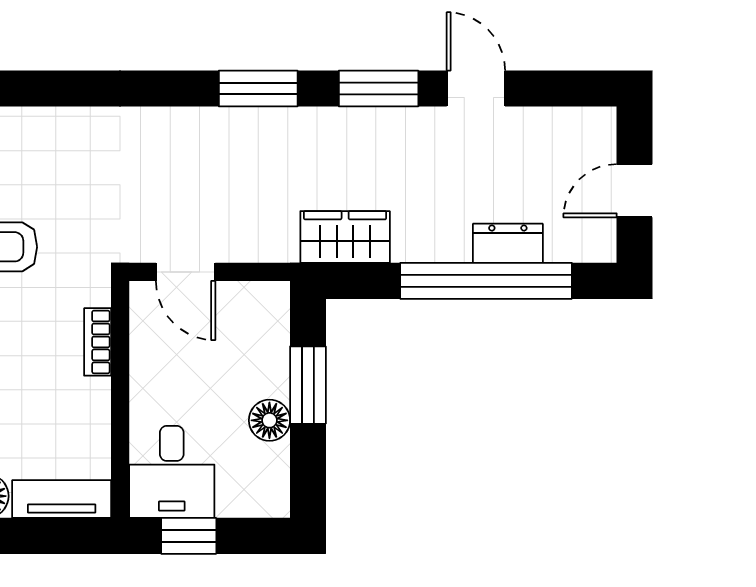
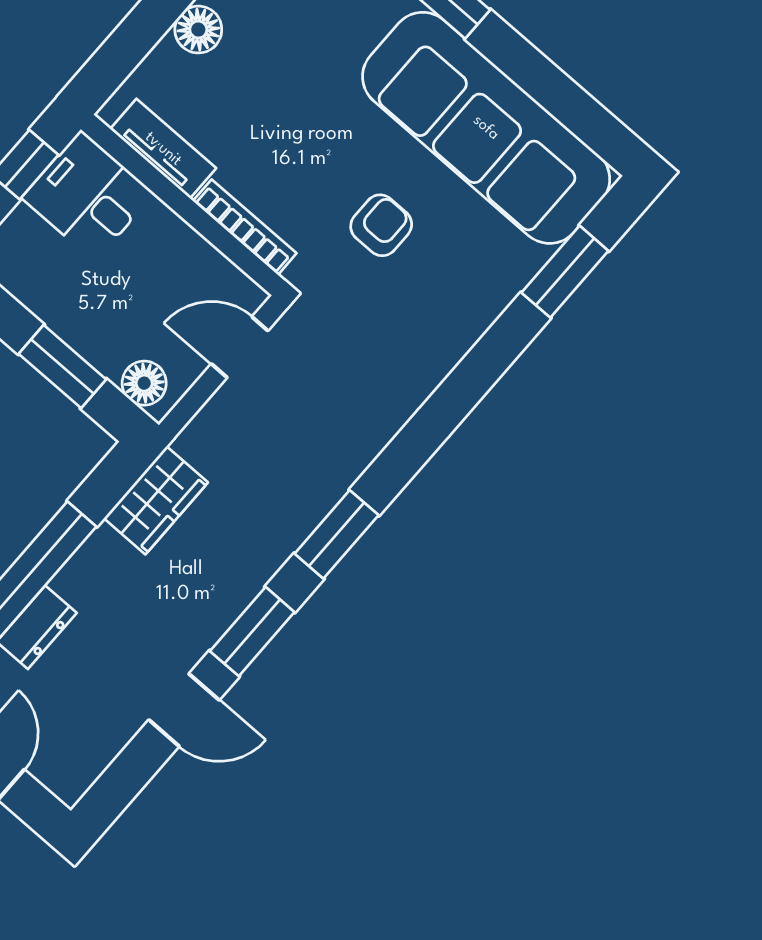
bookcase: (98, 342) -> (245, 227), width x1.56
floor lamp: (269, 420) -> (144, 383), moved
tv unit: (62, 499) -> (163, 149), moved, turned -90

